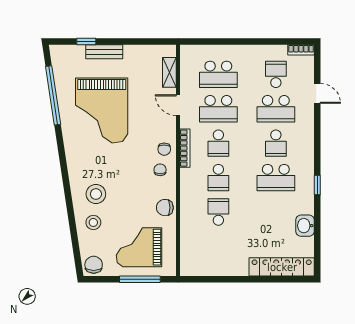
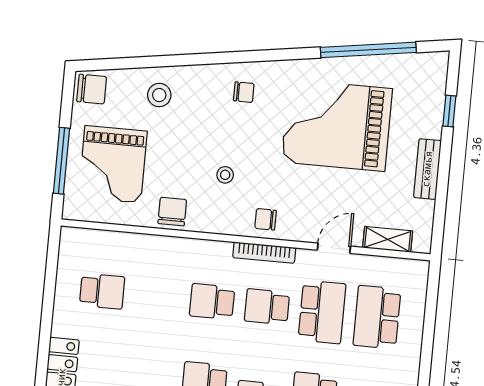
bench: (104, 52) -> (427, 169), moved
school desk: (218, 109) -> (322, 312), turned 180
chair: (160, 170) -> (244, 92), moved
stool: (96, 194) -> (225, 175), moved, width x0.53, depth x0.53
school desk: (218, 212) -> (102, 291), moved
grand piano: (139, 247) -> (113, 164), turned 180

